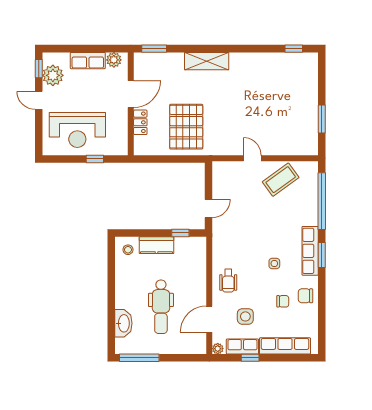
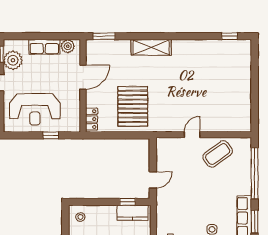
window: (322, 119) -> (255, 99), removed
locker: (140, 122) -> (92, 119), moved
door: (252, 158) -> (192, 135), hinge flipped
kitchen counter: (157, 245) -> (132, 213), moved

